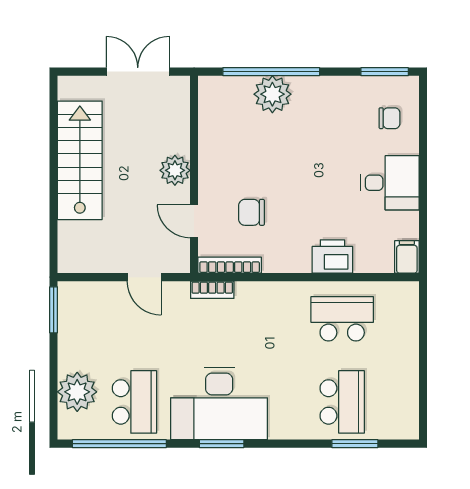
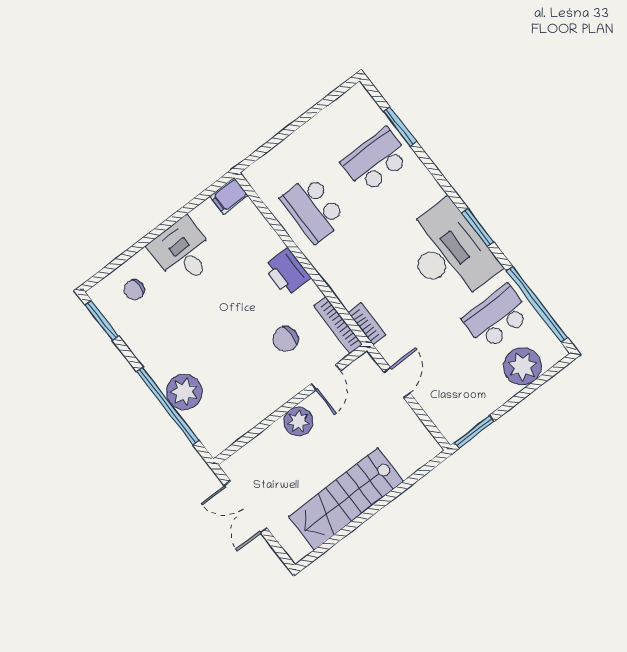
chair: (389, 118) -> (134, 290), turned -90
chair: (252, 212) -> (286, 339), turned 90
printer: (332, 257) -> (287, 272), moved

